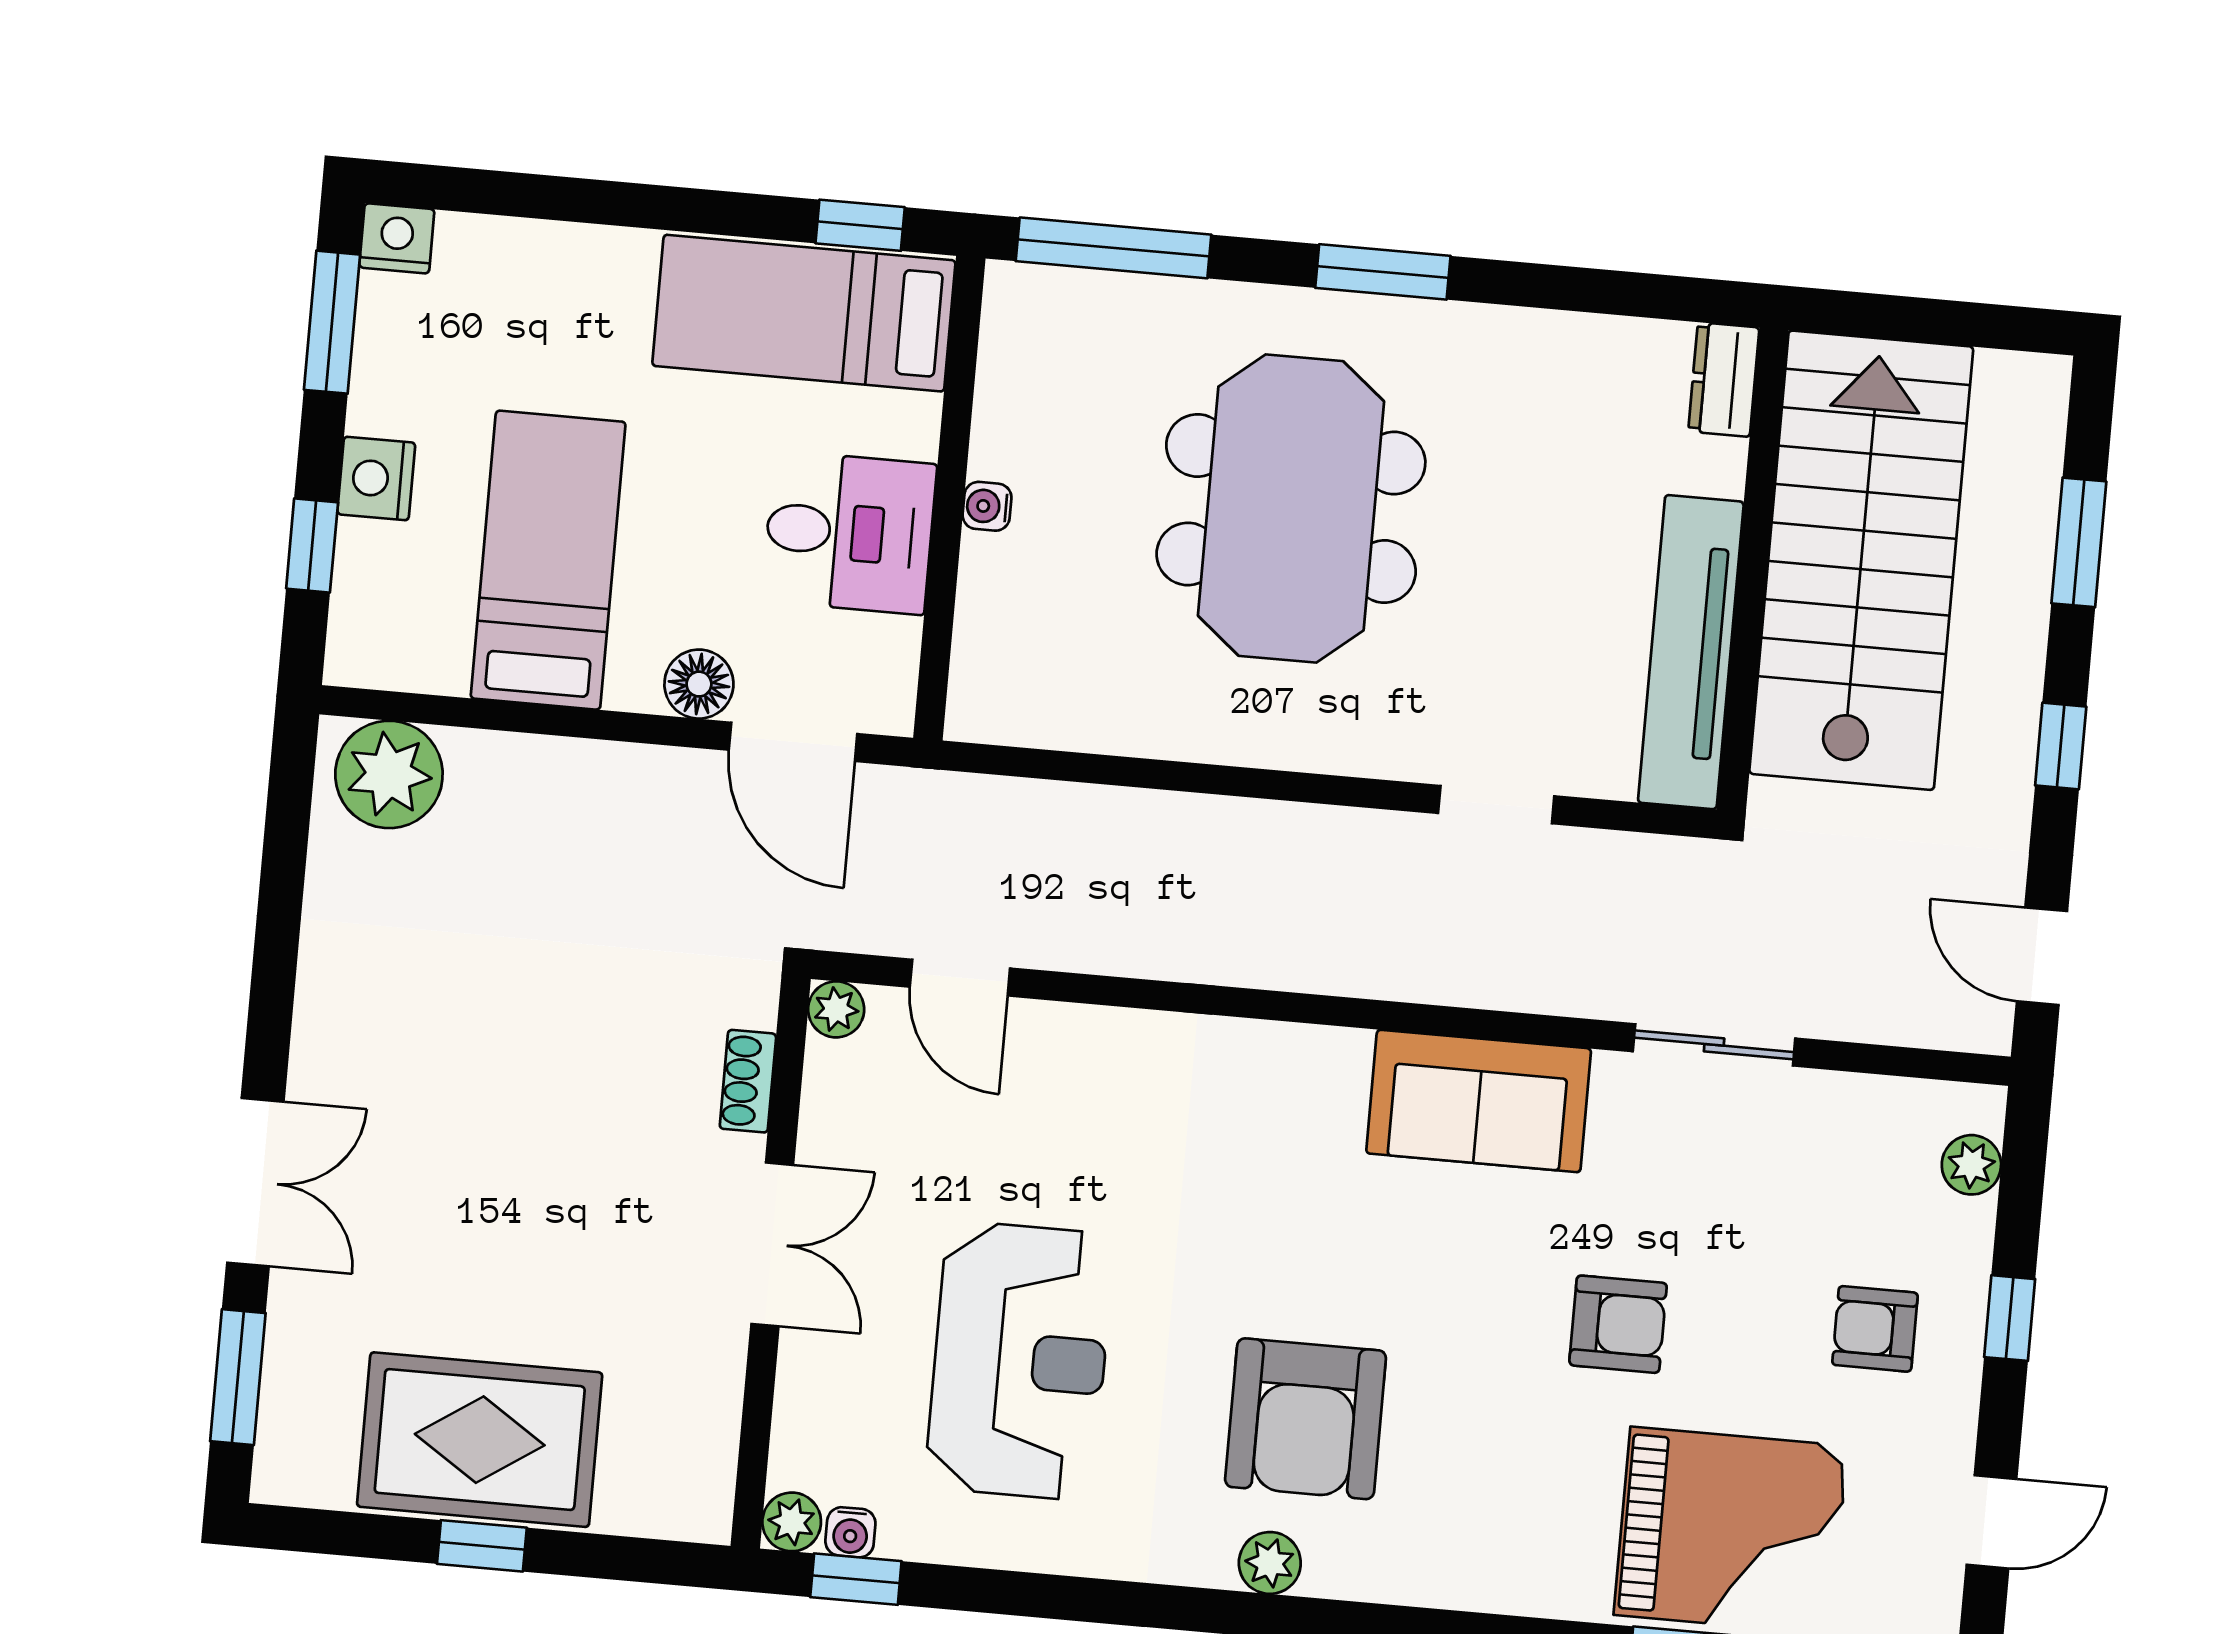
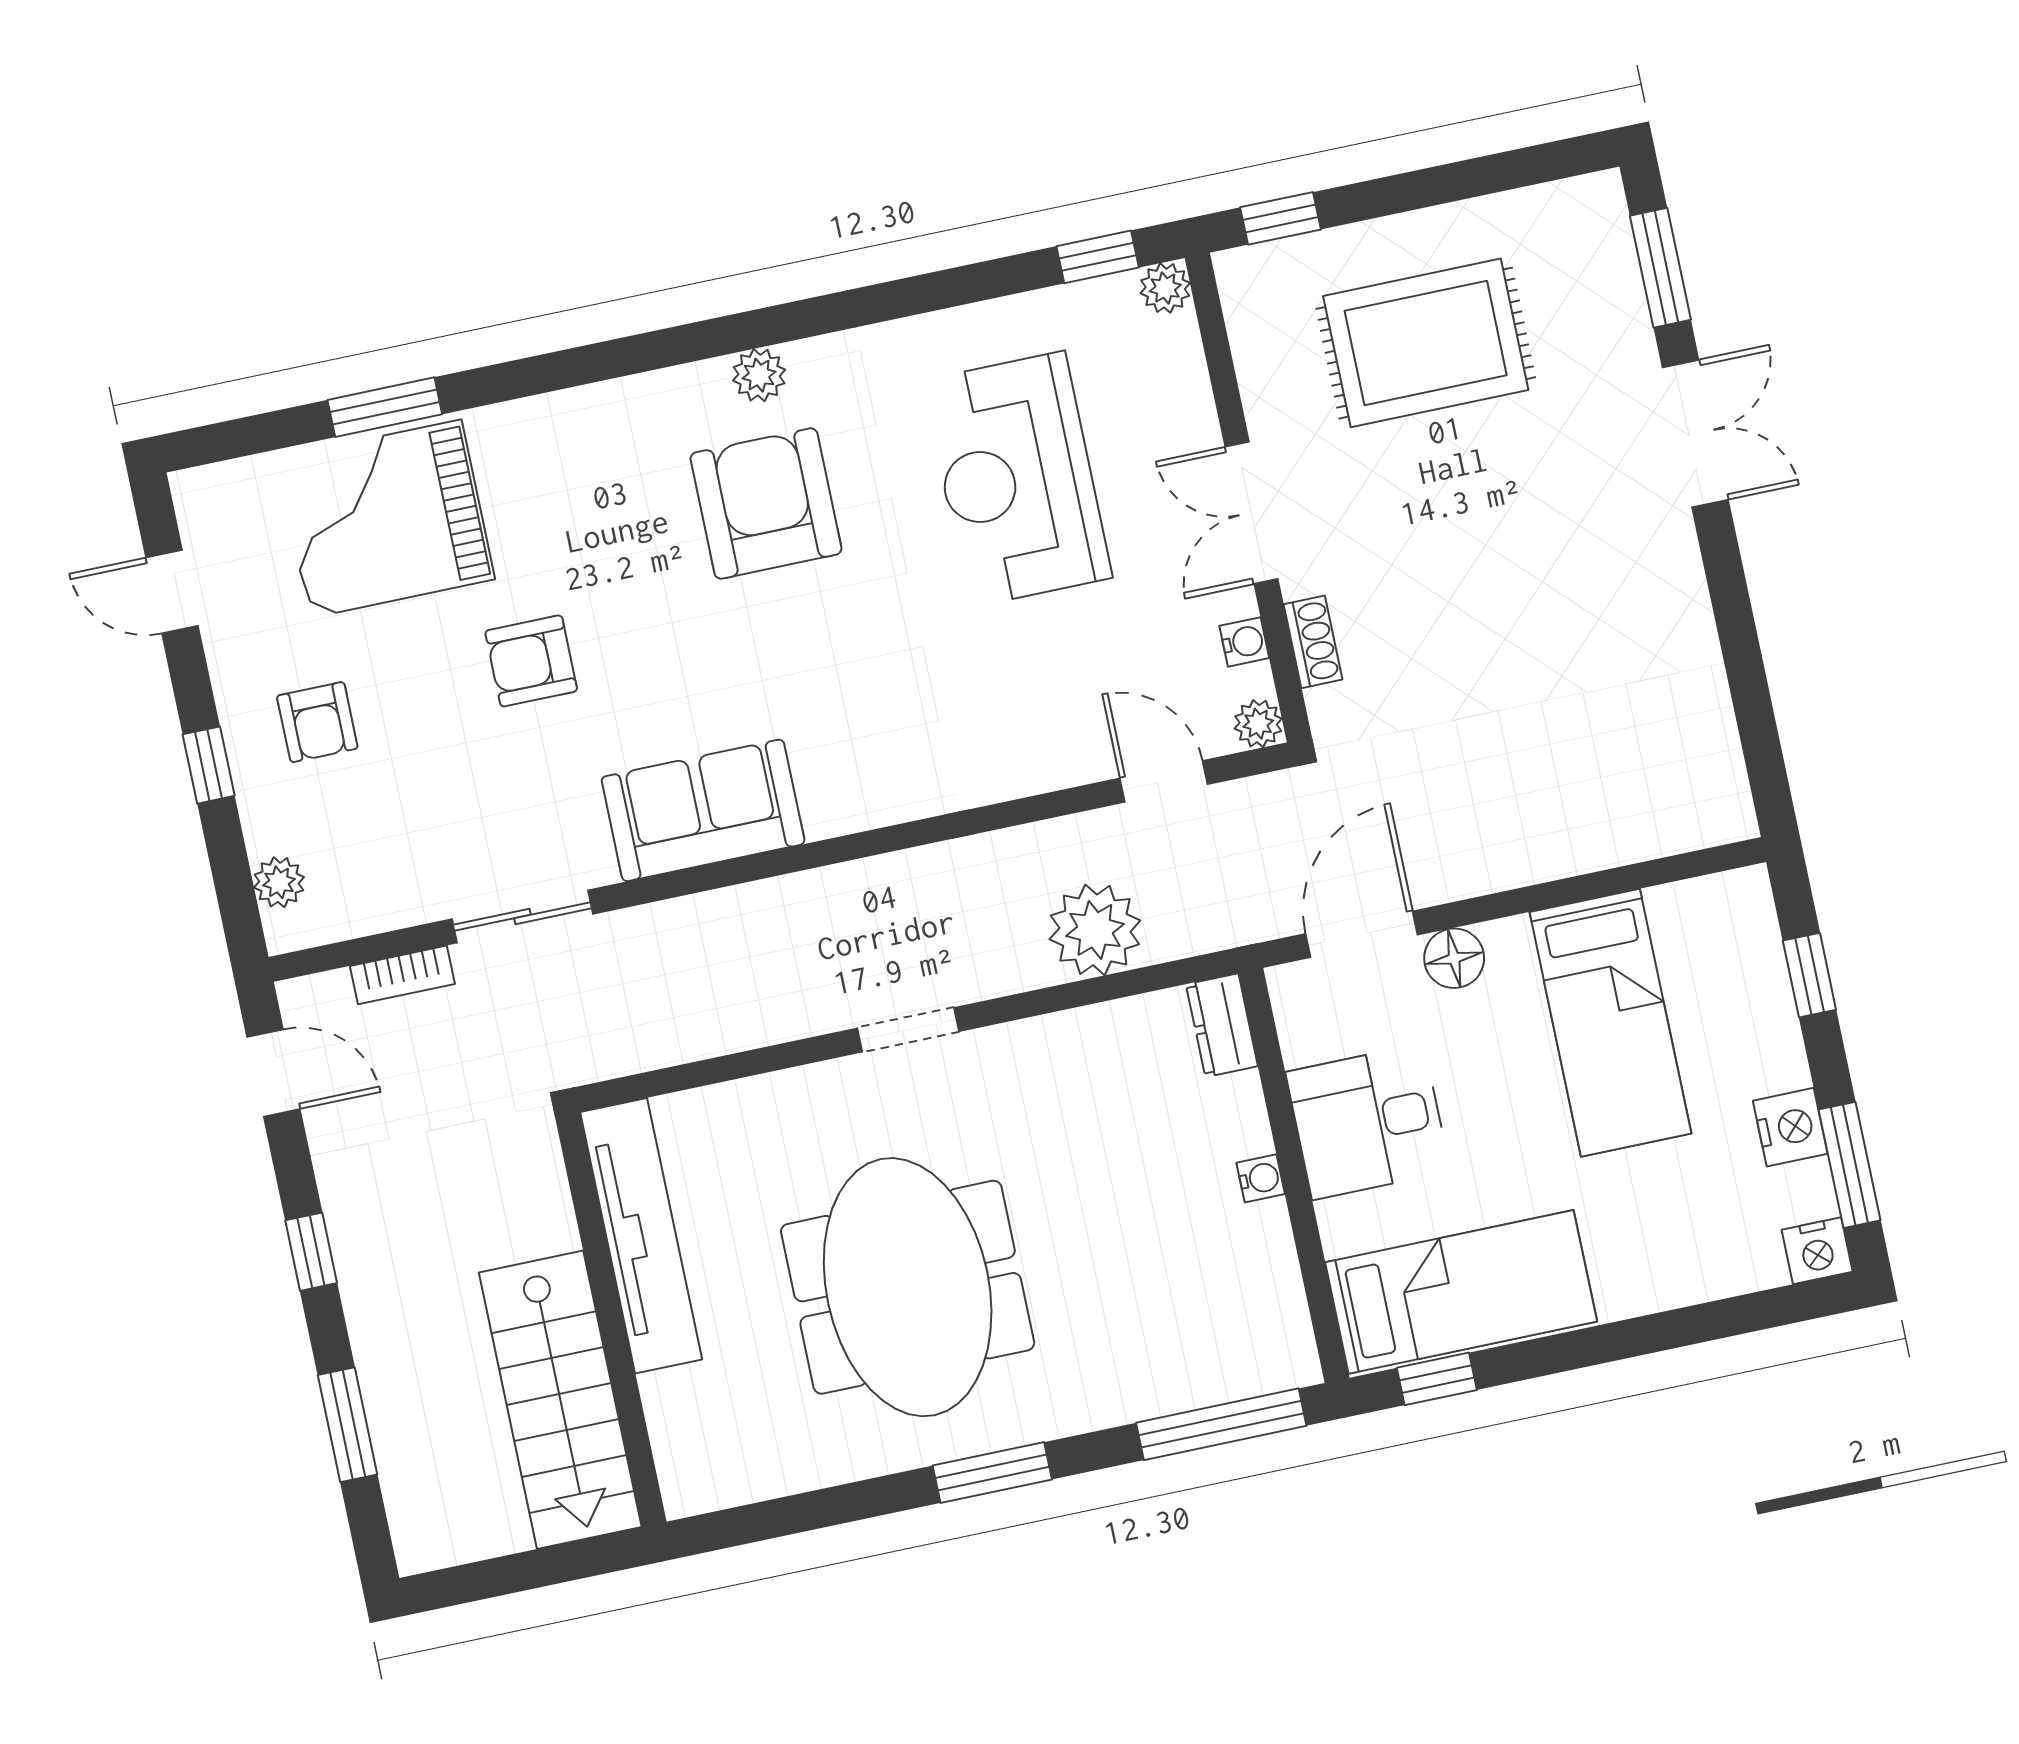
dresser: (1724, 380) -> (1222, 1025), moved, turned 180
nightstand: (376, 478) -> (1790, 1127), moved
meeting table: (1291, 508) -> (908, 1287), moved
stairs: (1861, 560) -> (560, 1400), width x0.73, depth x0.66
door: (793, 742) -> (1362, 934), hinge flipped
plant: (389, 774) -> (1095, 930), moved
doorway: (1496, 805) -> (908, 1030), moved
bookcase: (1866, 1021) -> (402, 975), added
double door: (255, 1182) -> (1695, 434), swing flipped
armchair: (1875, 1329) -> (317, 722), turned 90
rug: (480, 1440) -> (1426, 343), moved
door: (1991, 1522) -> (172, 592), hinge flipped
water cooler: (850, 1532) -> (1244, 642), moved, turned 90
window: (482, 1546) -> (1280, 218), moved

